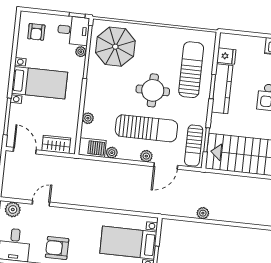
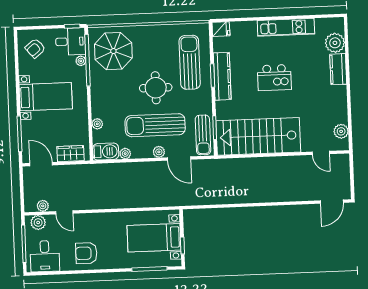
armchair: (36, 32) -> (35, 48), turned 51
fridge: (226, 56) -> (221, 29), moved
sun lounger: (146, 128) -> (155, 125), turned 180
door: (166, 166) -> (179, 159), hinge flipped
door: (41, 203) -> (64, 212), swing flipped
plant: (203, 213) -> (43, 206), moved

